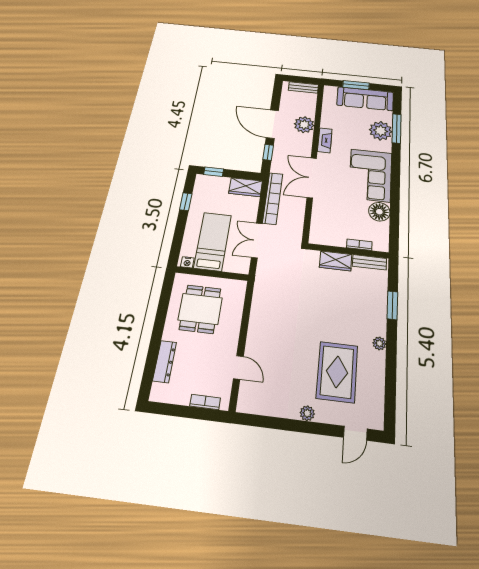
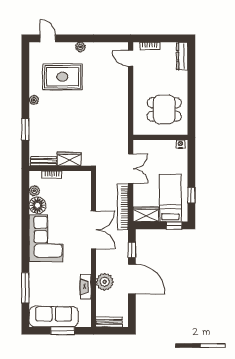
plant: (381, 131) -> (34, 191), moved, width x0.53, depth x0.53
fireplace: (325, 140) -> (86, 287), moved
bed: (213, 241) -> (170, 198), moved, turned 180
dining table: (200, 309) -> (164, 109), turned 90
dresser: (165, 362) -> (182, 56), moved
door: (238, 367) -> (131, 58), moved
rug: (337, 372) -> (62, 77), turned 90
door: (355, 433) -> (48, 38), hinge flipped

